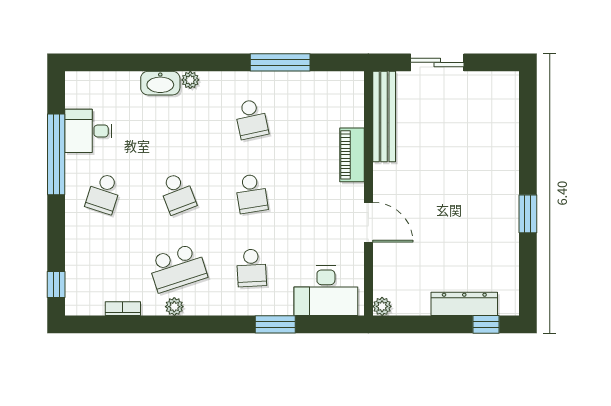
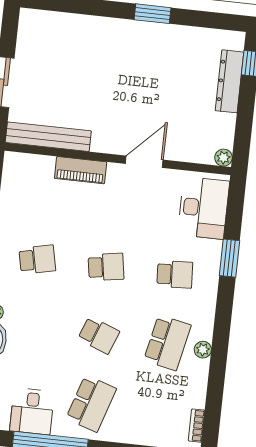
school desk: (104, 193) -> (91, 404), width x1.85
school desk: (178, 193) -> (99, 335), turned 42
school desk: (178, 268) -> (167, 343), turned 30
bookcase: (123, 309) -> (197, 426), moved

